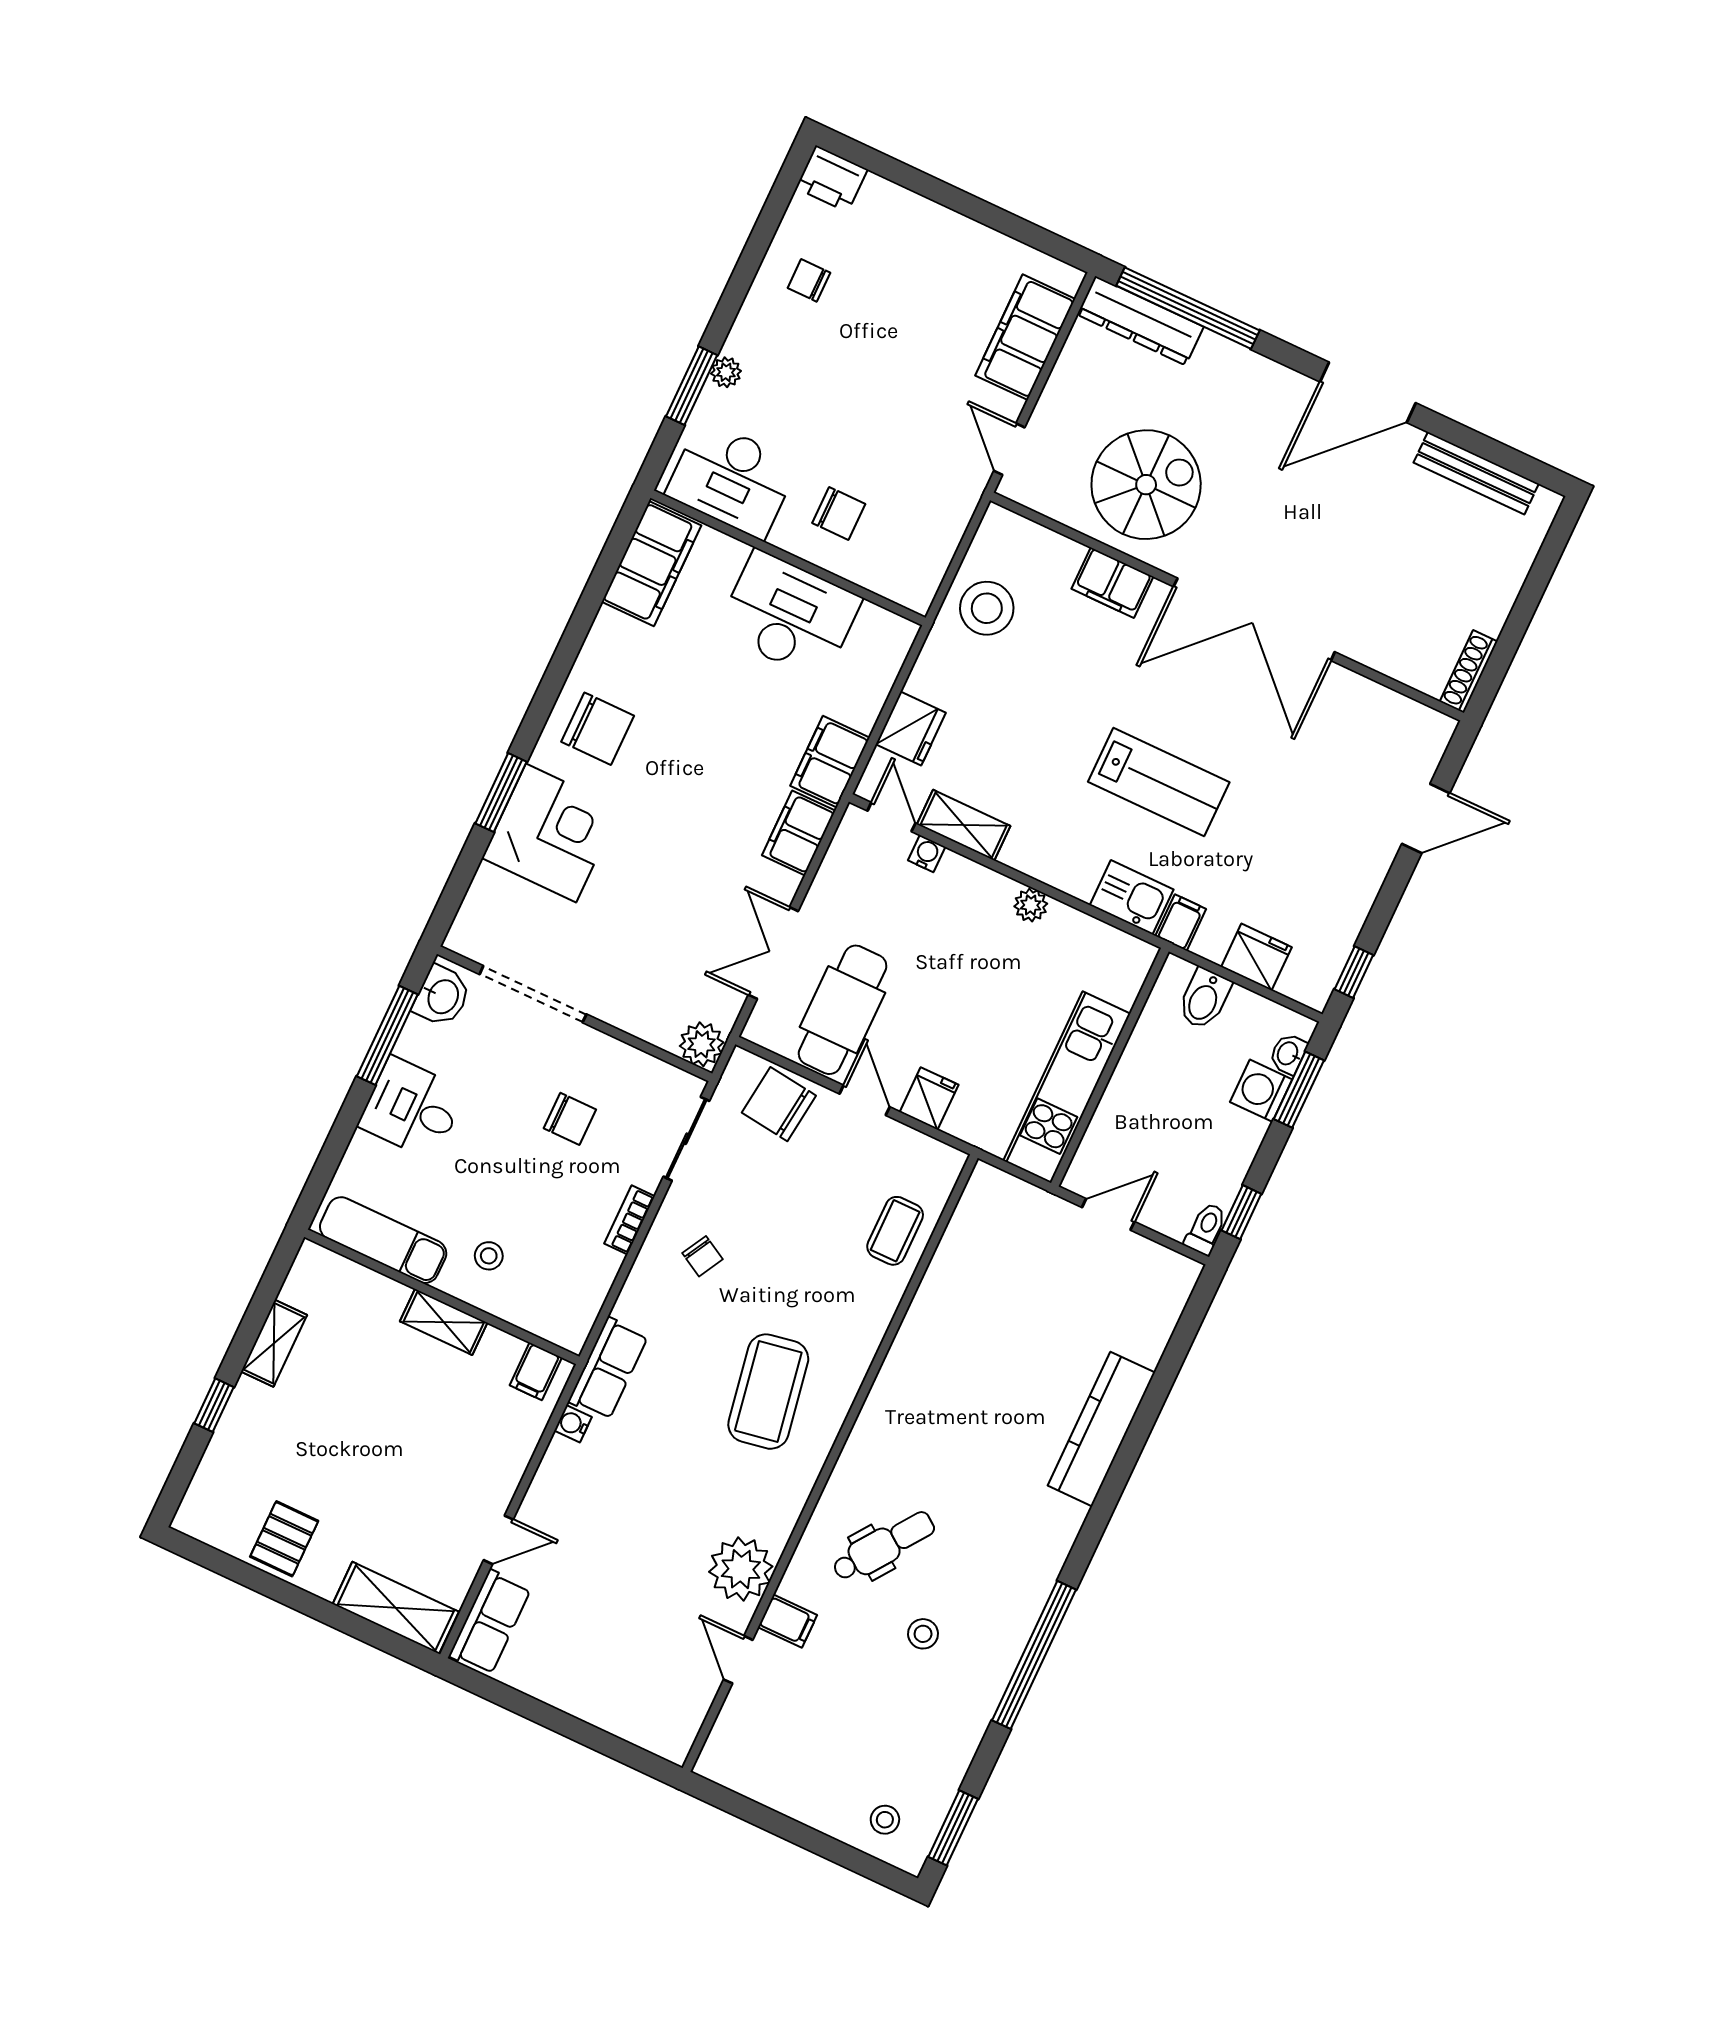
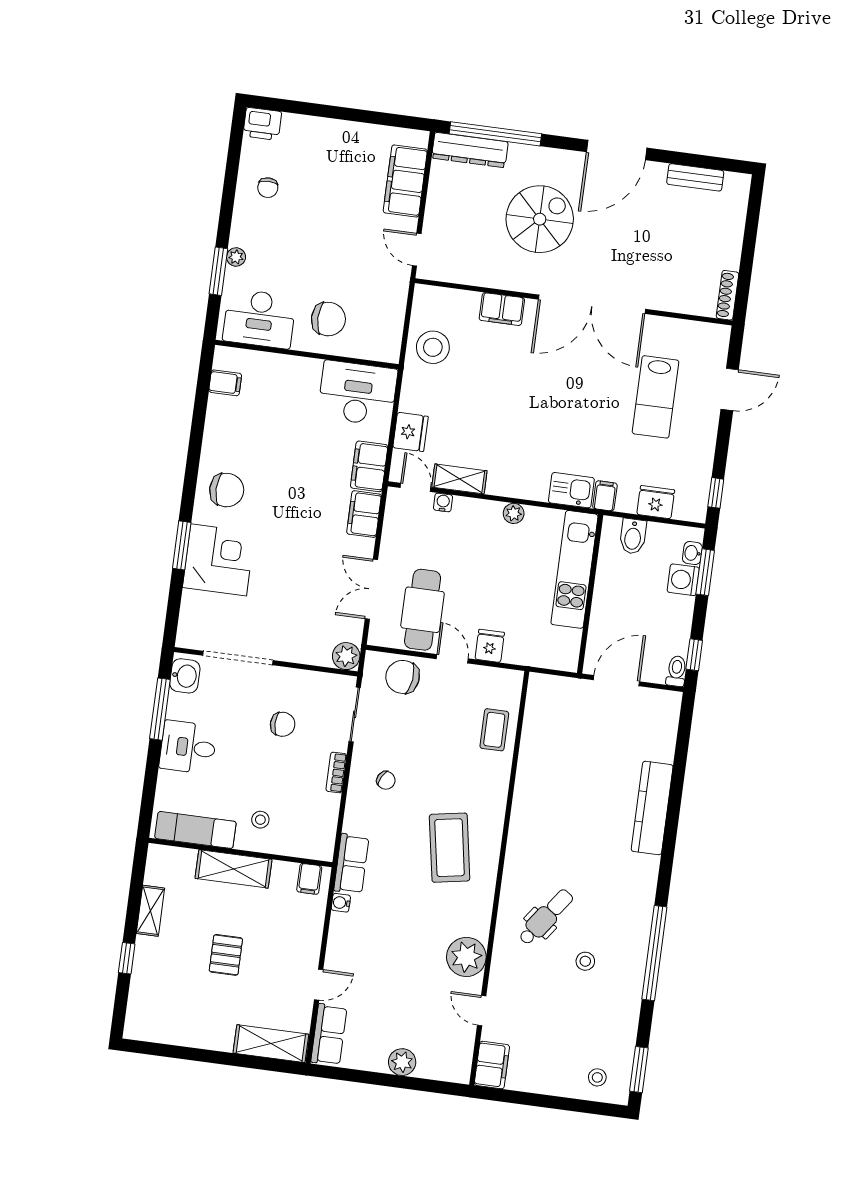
chair: (809, 280) -> (268, 188), turned -90
bench: (1476, 473) -> (695, 177), width x0.73
spiral stairs: (1146, 485) -> (540, 219), moved
chair: (839, 513) -> (328, 319), width x1.37, depth x1.37
filing cabinet: (651, 564) -> (225, 383), width x0.33, depth x0.86
desk: (789, 615) -> (358, 393), moved
lab bench: (1159, 782) -> (656, 397), moved, turned 90
kitchen unit: (1067, 1087) -> (574, 569), moved
door: (1108, 1214) -> (616, 681), width x1.38
shelving: (444, 1322) -> (233, 869), width x1.50, depth x1.33
pallet: (284, 1539) -> (226, 955), moved
filing cabinet: (788, 1621) -> (492, 1065), moved, width x2.00
plant: (590, 1701) -> (402, 1062), added

